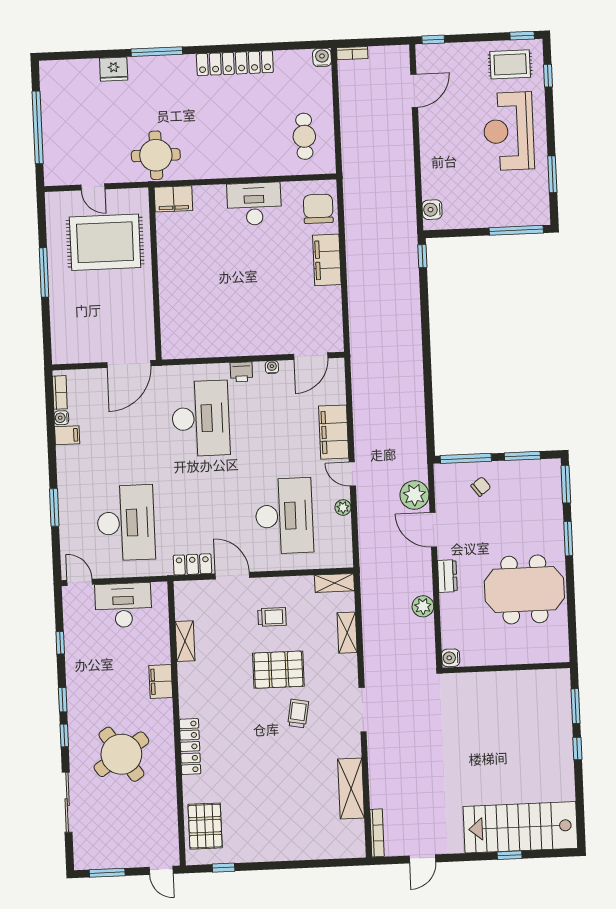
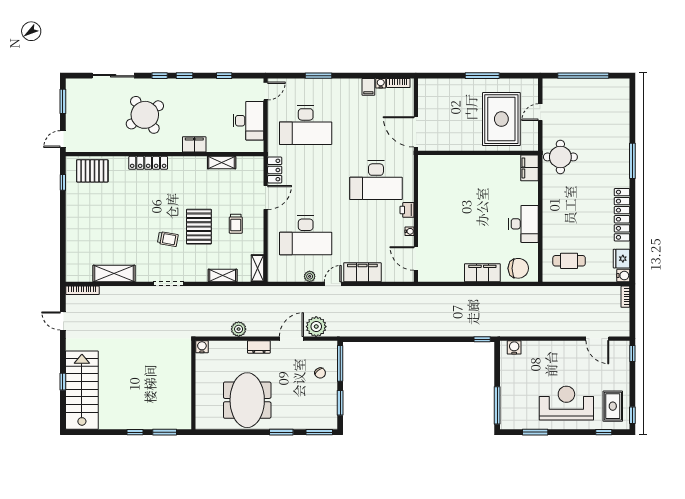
fridge: (114, 69) -> (622, 259), moved

